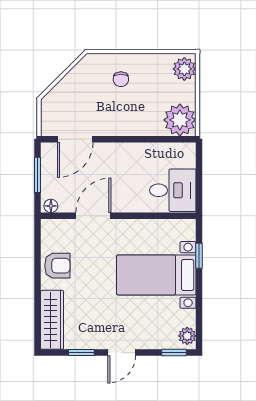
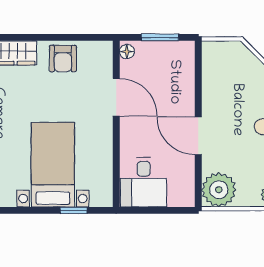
door: (75, 139) -> (198, 136), moved

